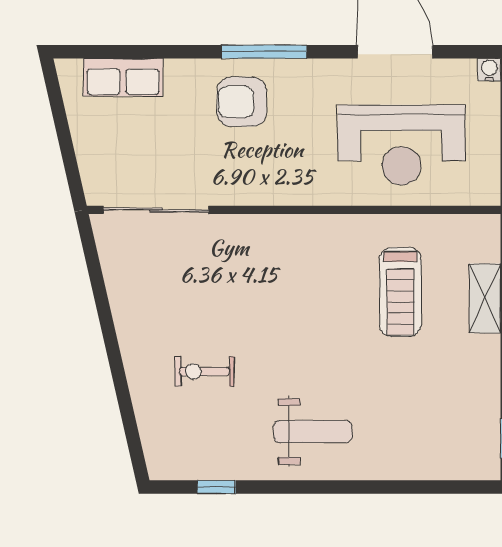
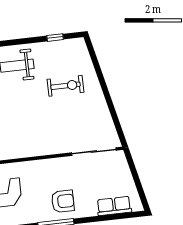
exercise bike: (205, 371) -> (66, 86), width x1.38, depth x1.39

